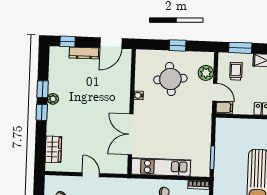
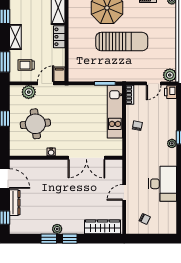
wardrobe: (53, 149) -> (103, 227), width x1.50
kitchen unit: (161, 167) -> (115, 112), moved

